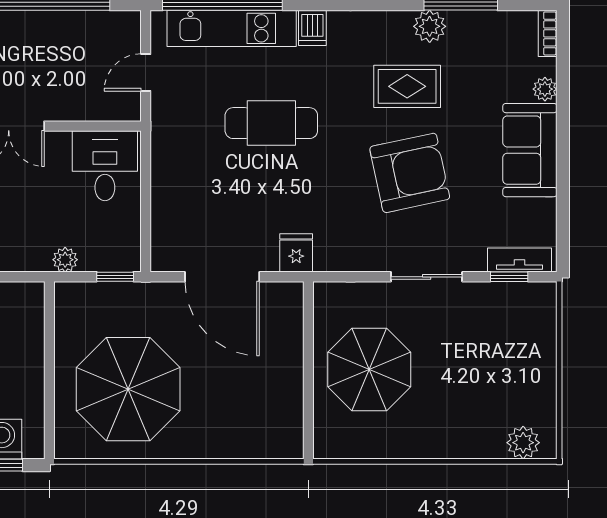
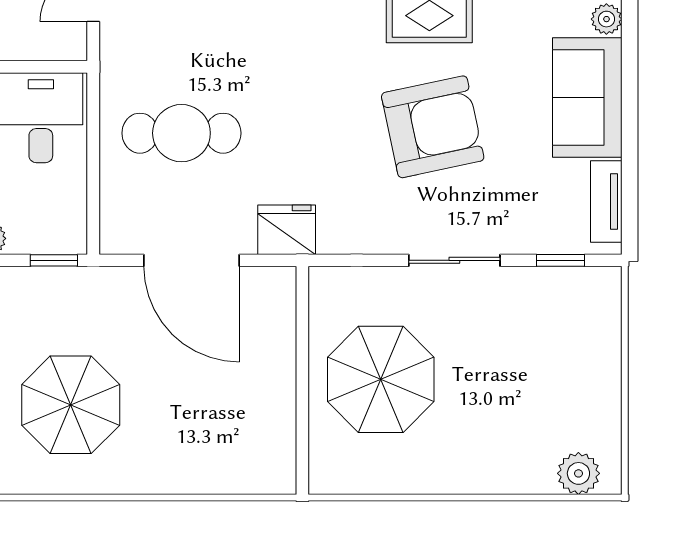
cafe table: (271, 123) -> (181, 133), moved
fridge: (296, 253) -> (287, 230), width x1.38
tv unit: (519, 260) -> (606, 202), moved, turned -90
parasol: (128, 389) -> (71, 405), width x0.73, depth x0.73

